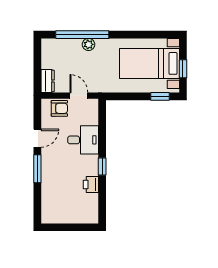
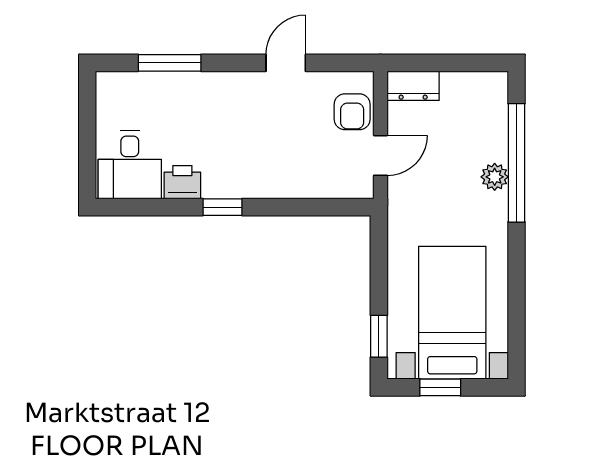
door: (37, 138) -> (286, 63), swing flipped
desk: (83, 140) -> (130, 165), moved
window: (37, 169) -> (170, 63), moved

